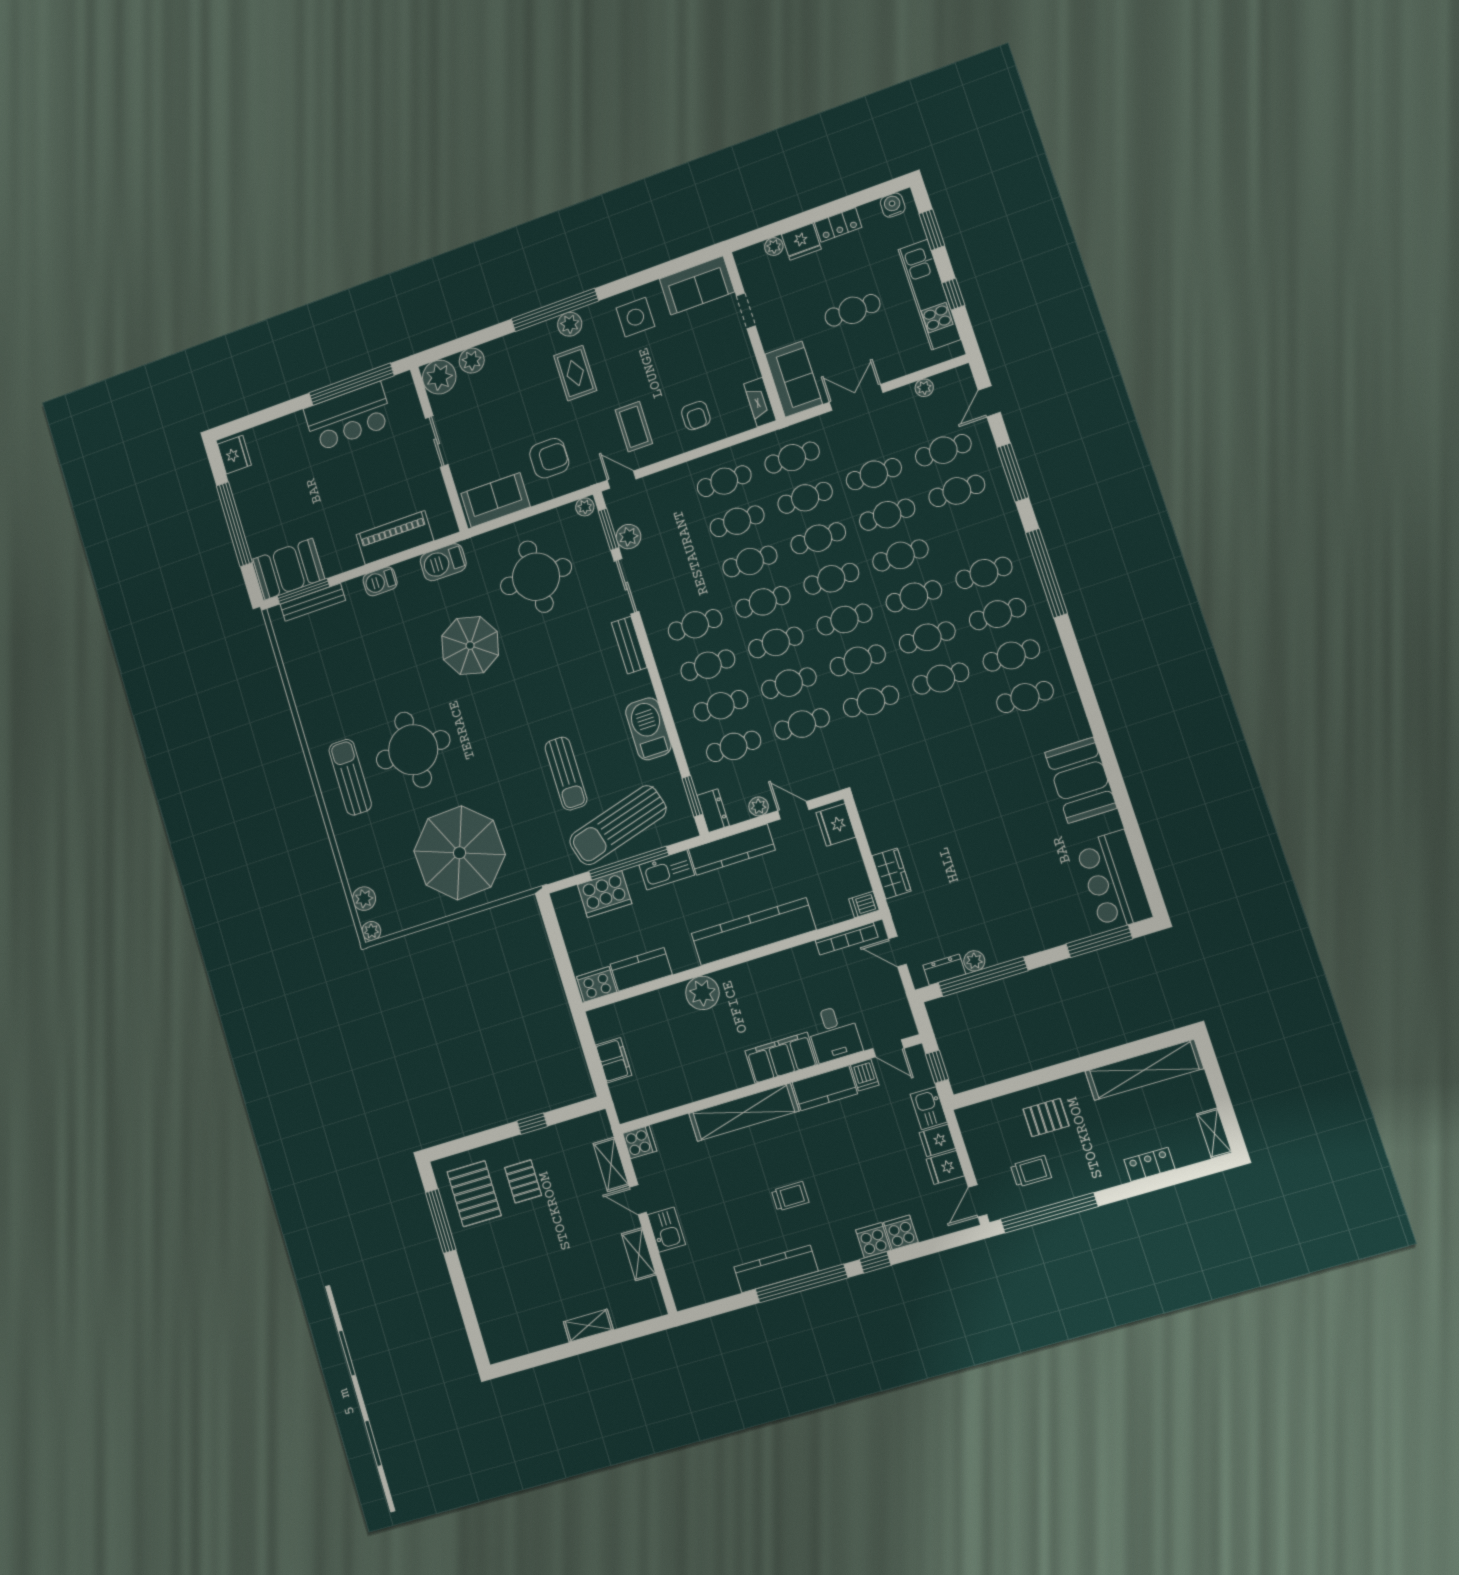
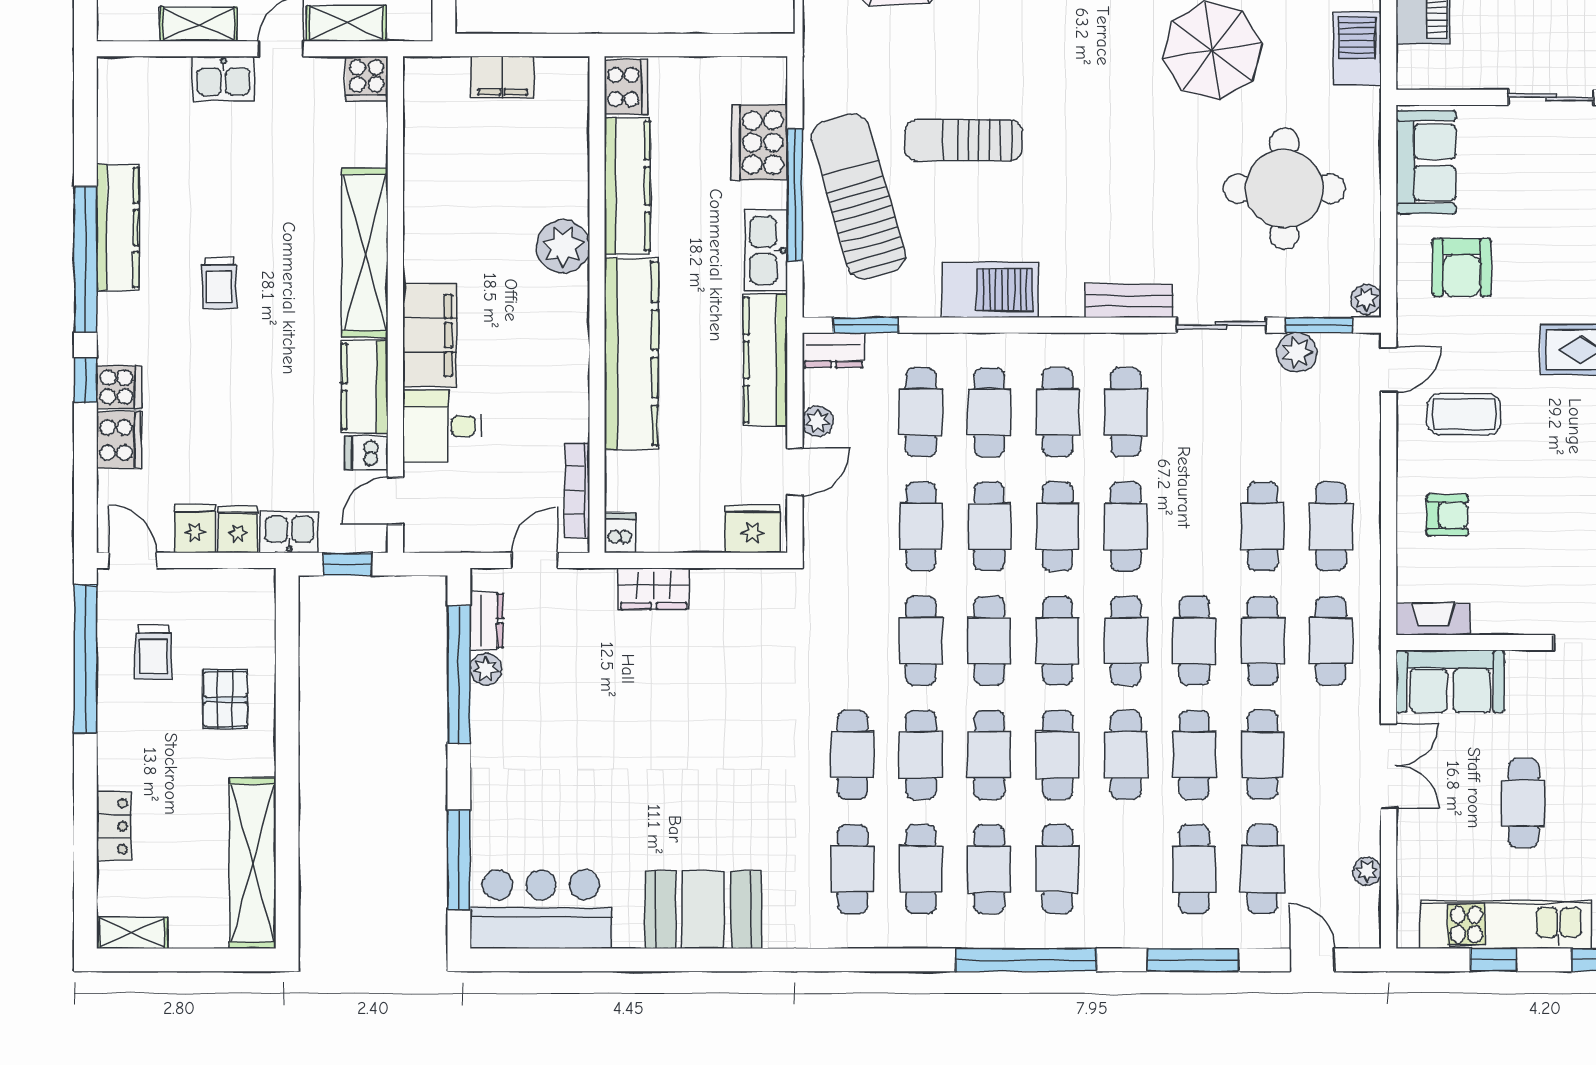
armchair: (696, 416) -> (1447, 515), turned 180
cafe table: (750, 561) -> (853, 755), moved
kitchen counter: (641, 969) -> (627, 186), width x1.50
cooker: (901, 1232) -> (119, 440), width x1.36

